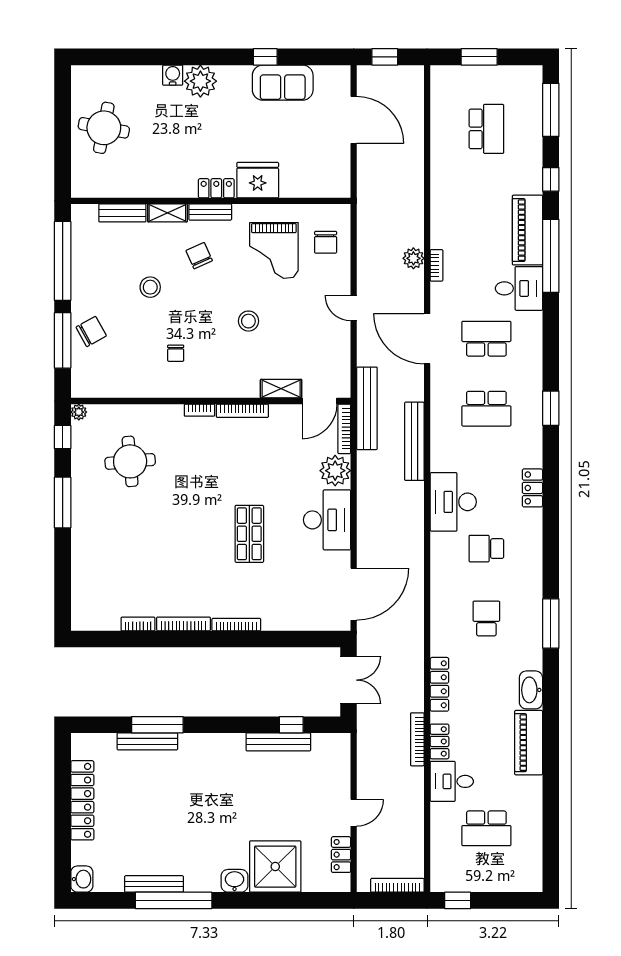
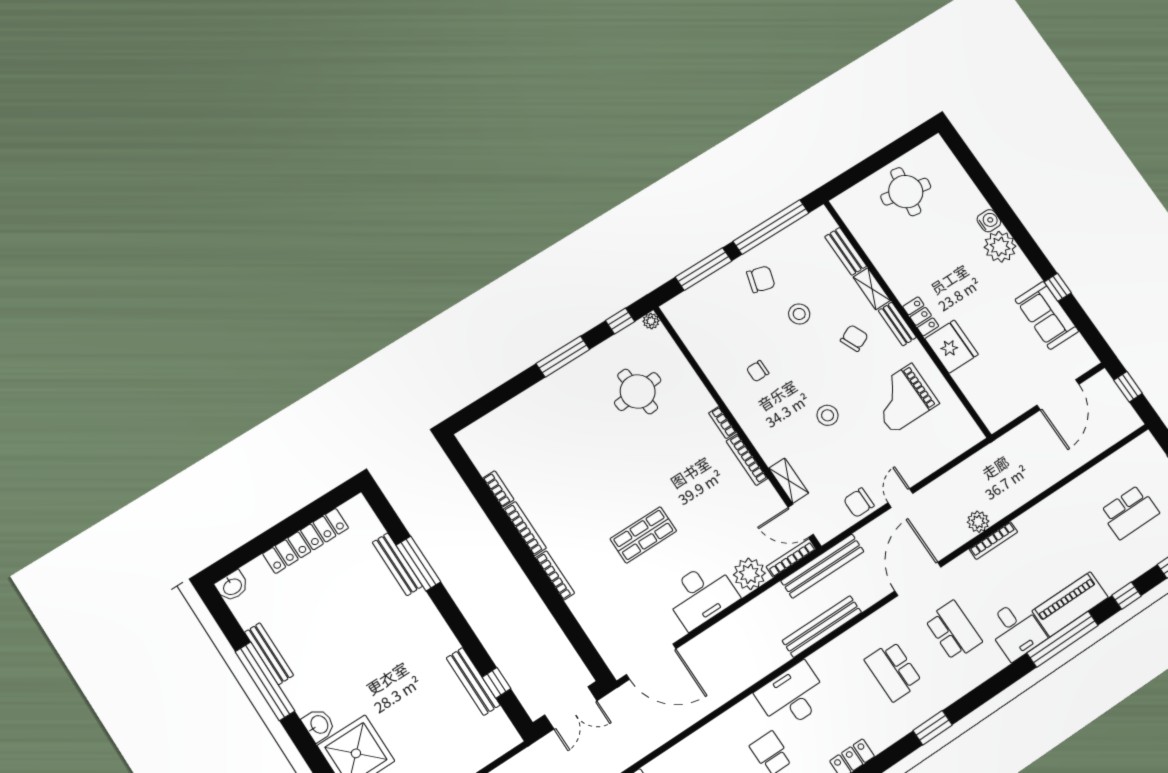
chair: (326, 242) -> (859, 503), moved
bookcase: (437, 265) -> (993, 541), width x1.56
chair: (91, 332) -> (761, 279), moved, turned -45

